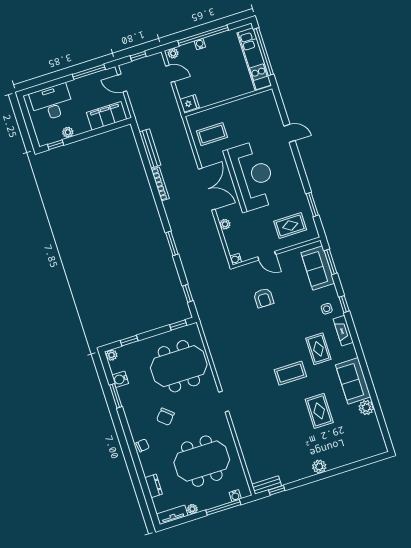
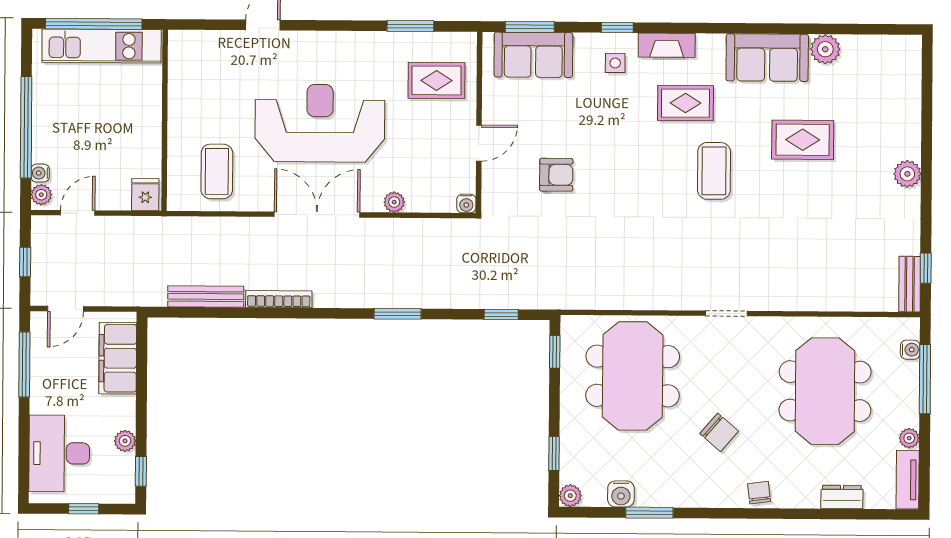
water cooler: (200, 44) -> (40, 173), moved
window: (29, 123) -> (84, 509), added
rug: (290, 225) -> (436, 80), turned 90

